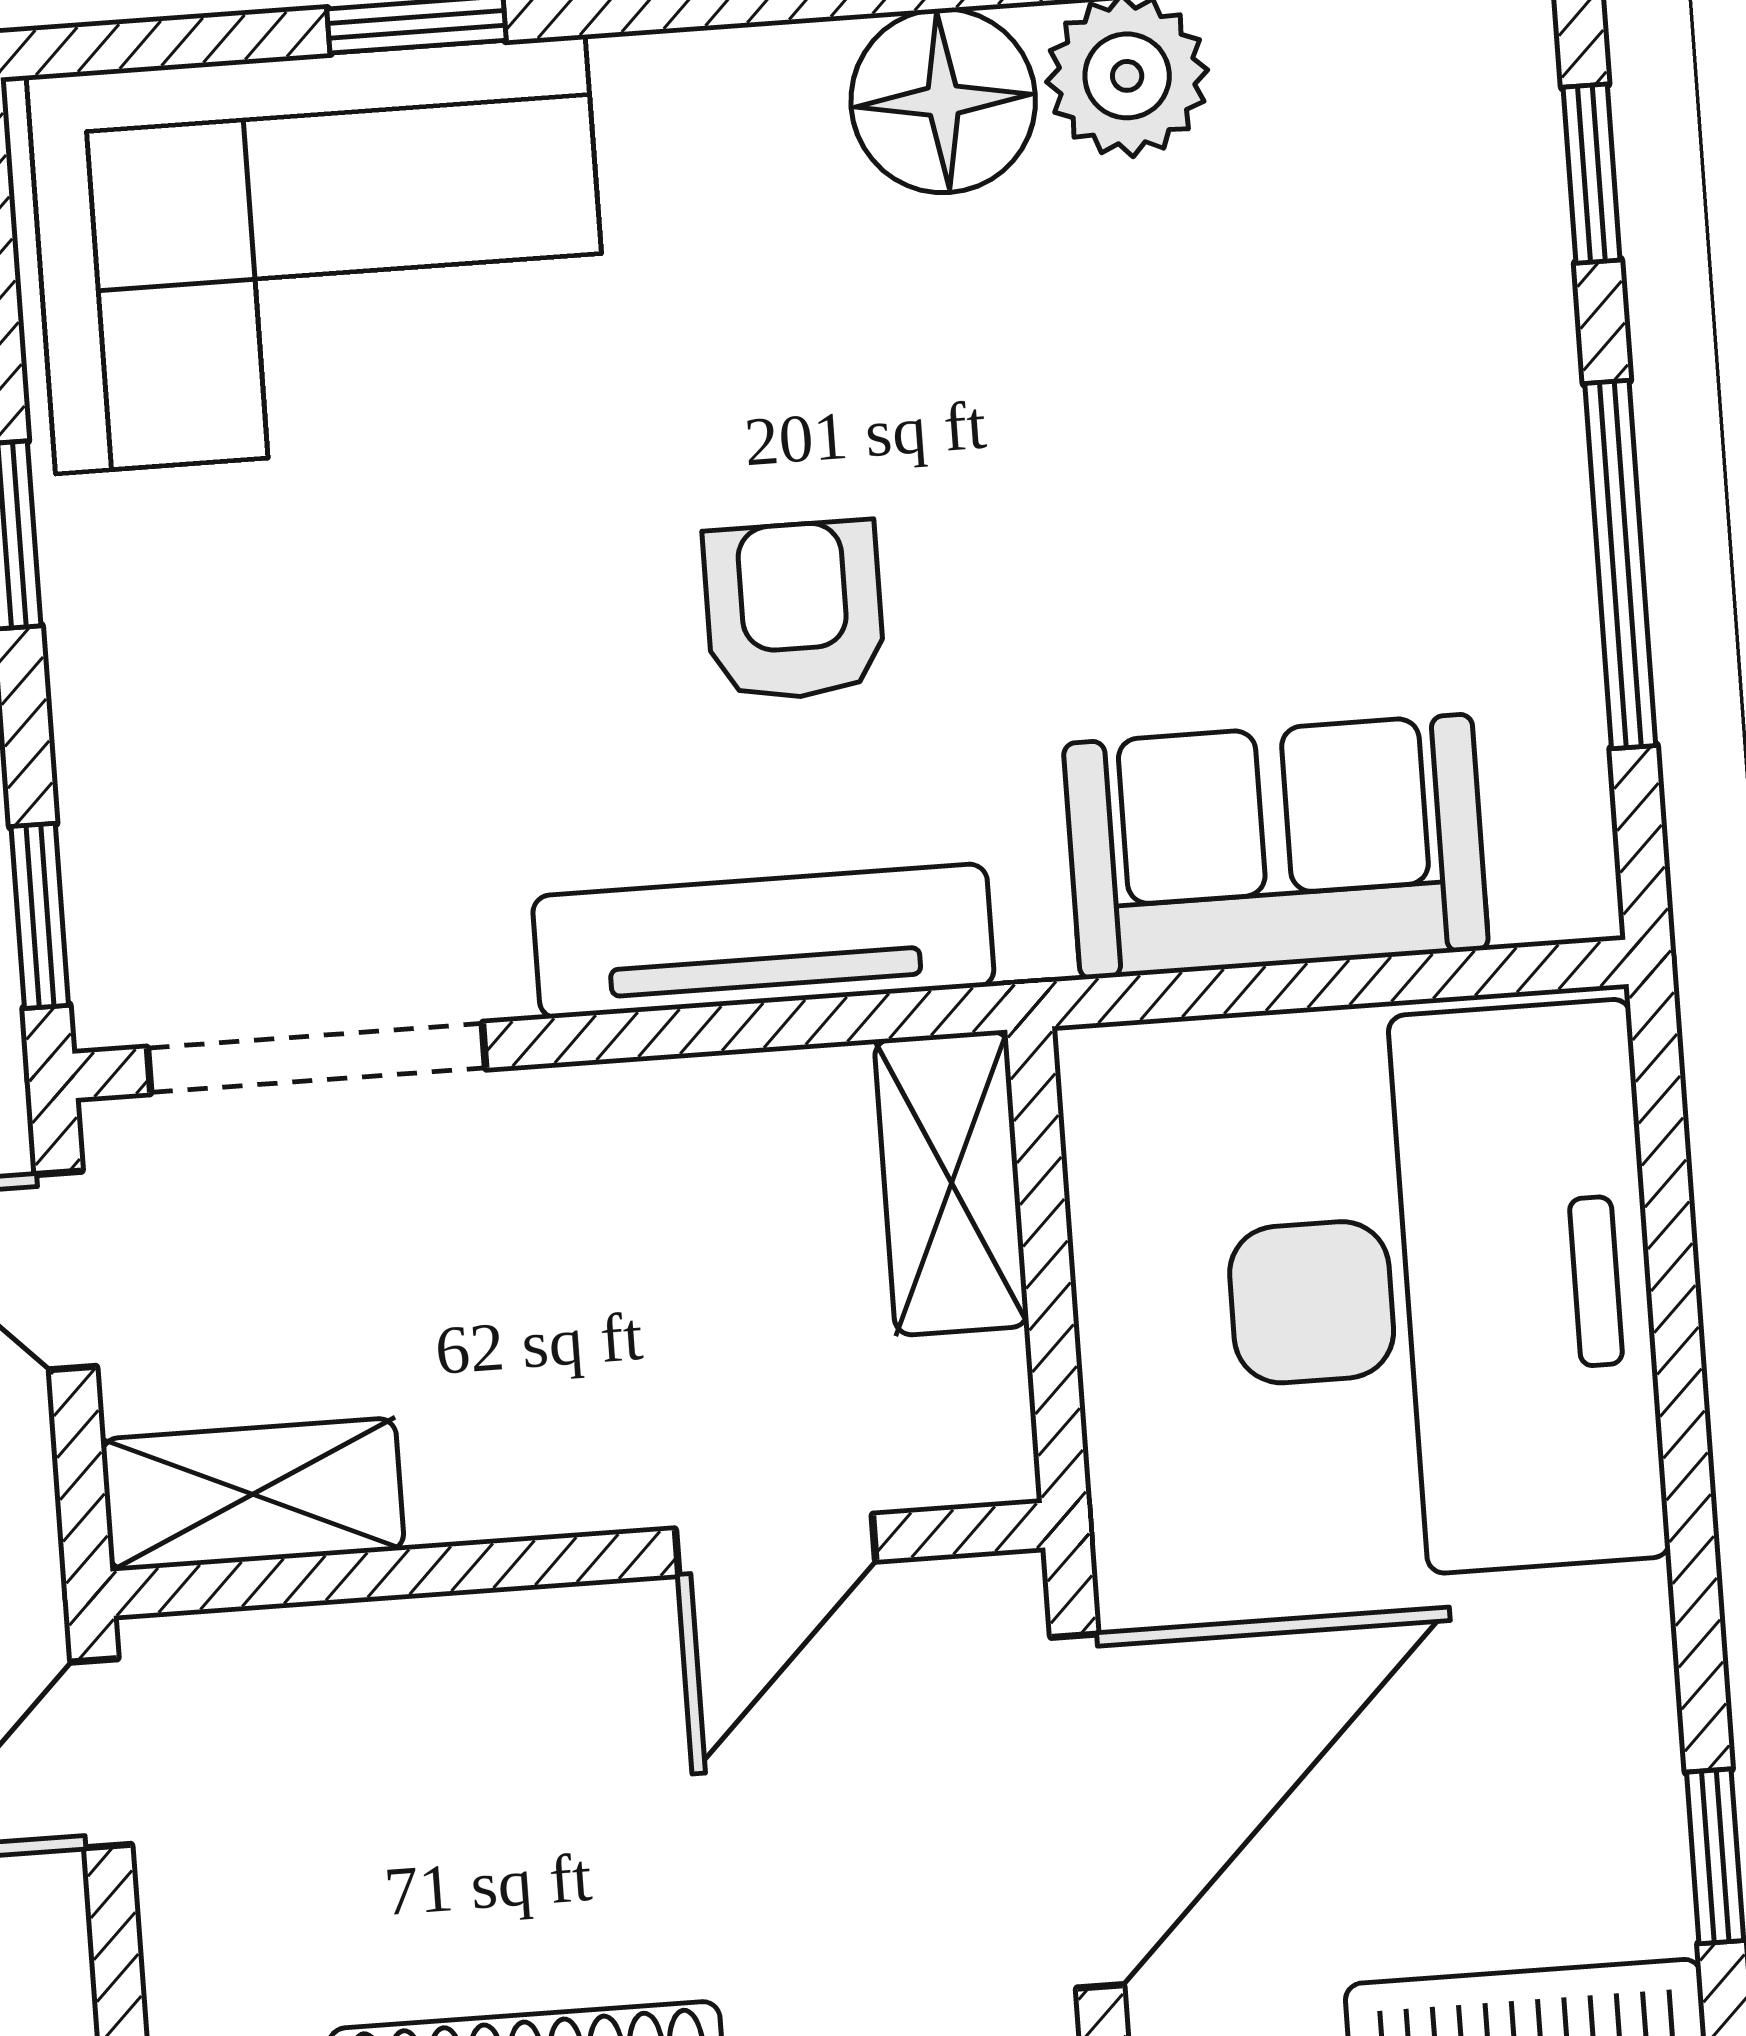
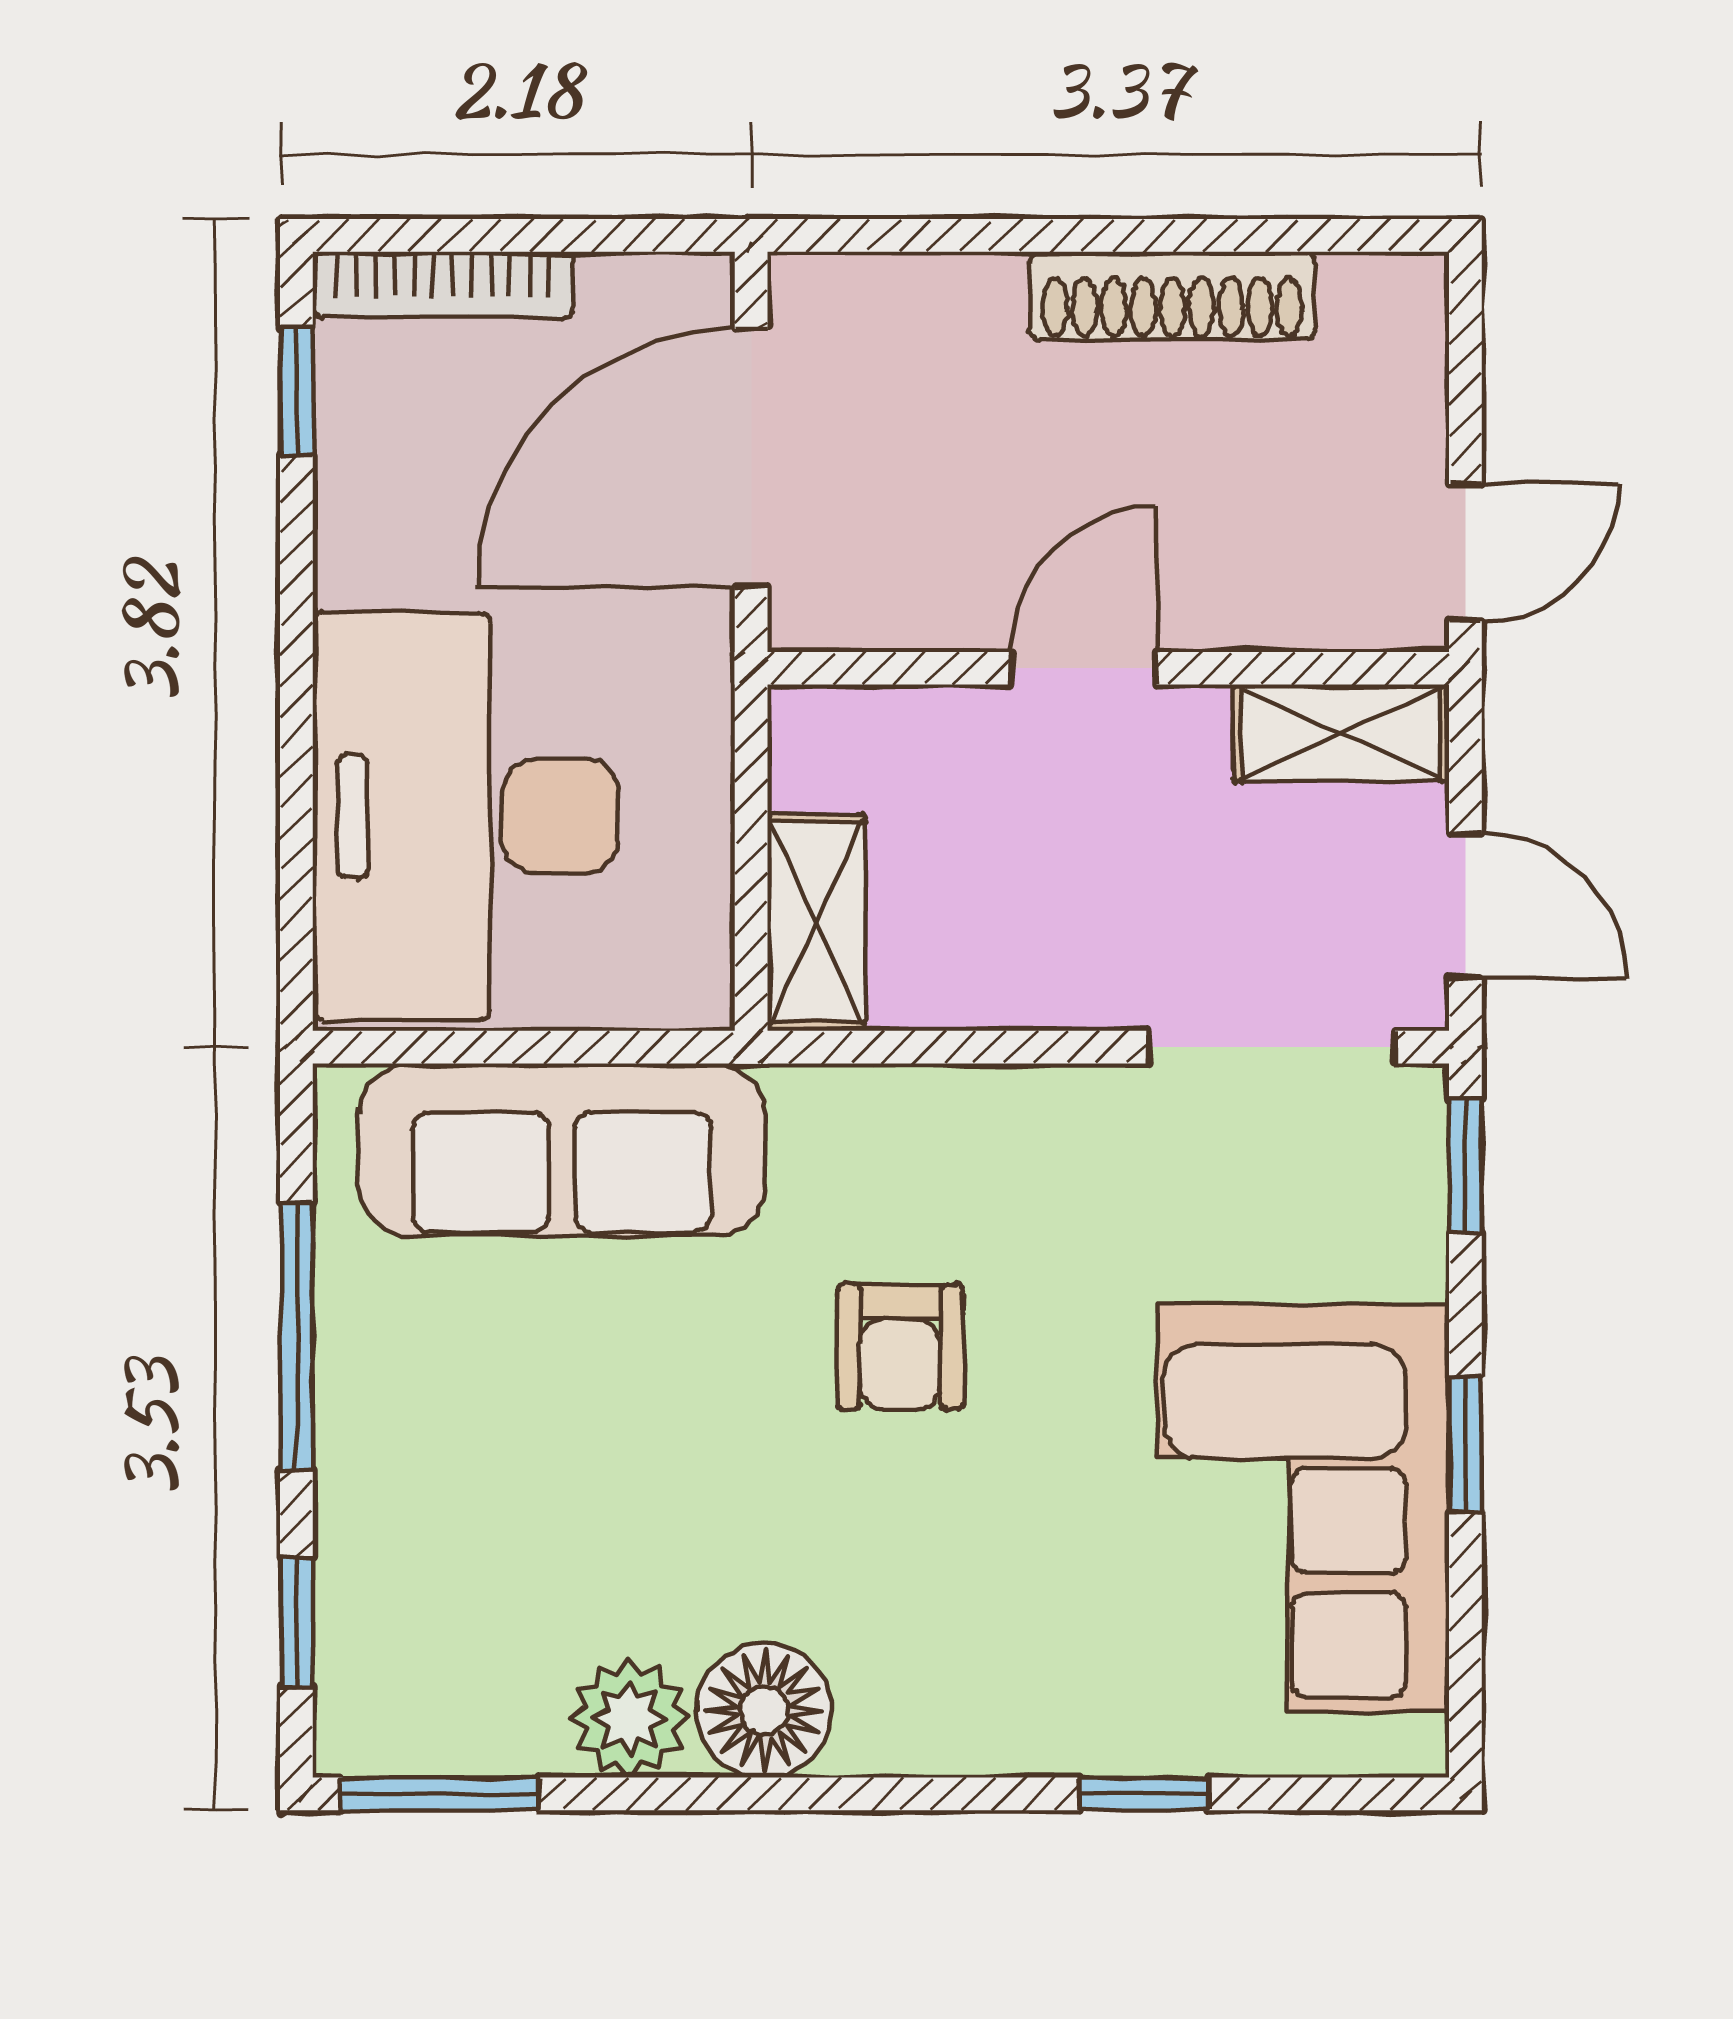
corner sofa: (320, 254) -> (1303, 1507), moved, turned -90
sofa: (1276, 847) -> (562, 1150), width x1.36
tv unit: (763, 941) -> (940, 1108), removed
door: (776, 1545) -> (1084, 668), moved

